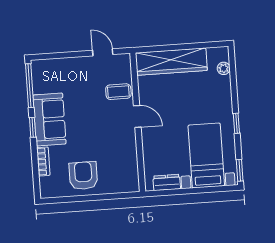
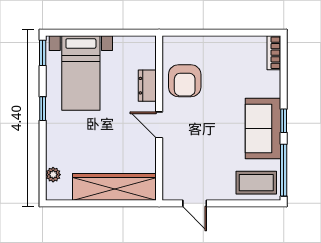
coffee table: (118, 92) -> (256, 183), moved, width x1.36, depth x1.30
bookcase: (43, 161) -> (274, 53), moved
armchair: (83, 176) -> (185, 81), moved
dresser: (167, 182) -> (147, 86), moved, turned 90

